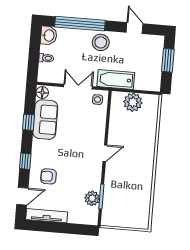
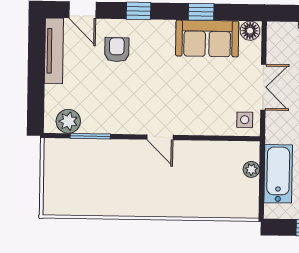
bathtub: (116, 80) -> (278, 174), moved
plant: (133, 102) -> (251, 169), width x0.53, depth x0.53
plant: (92, 198) -> (68, 121), moved

